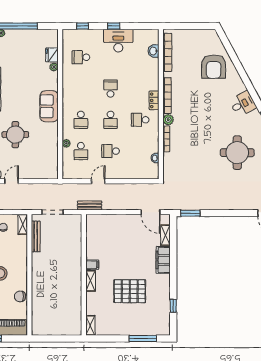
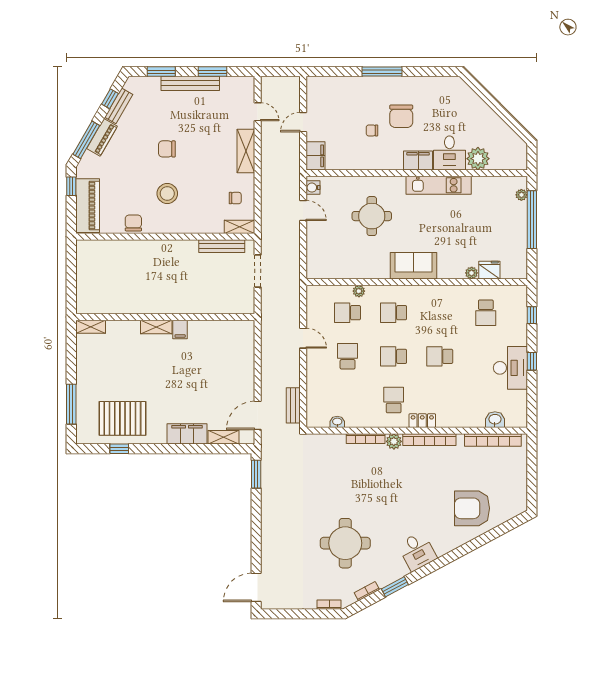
school desk: (81, 57) -> (486, 313), turned 180
school desk: (111, 89) -> (440, 356), turned 180
bench: (90, 205) -> (293, 405), moved
pallet: (130, 291) -> (122, 418), moved, turned 90

